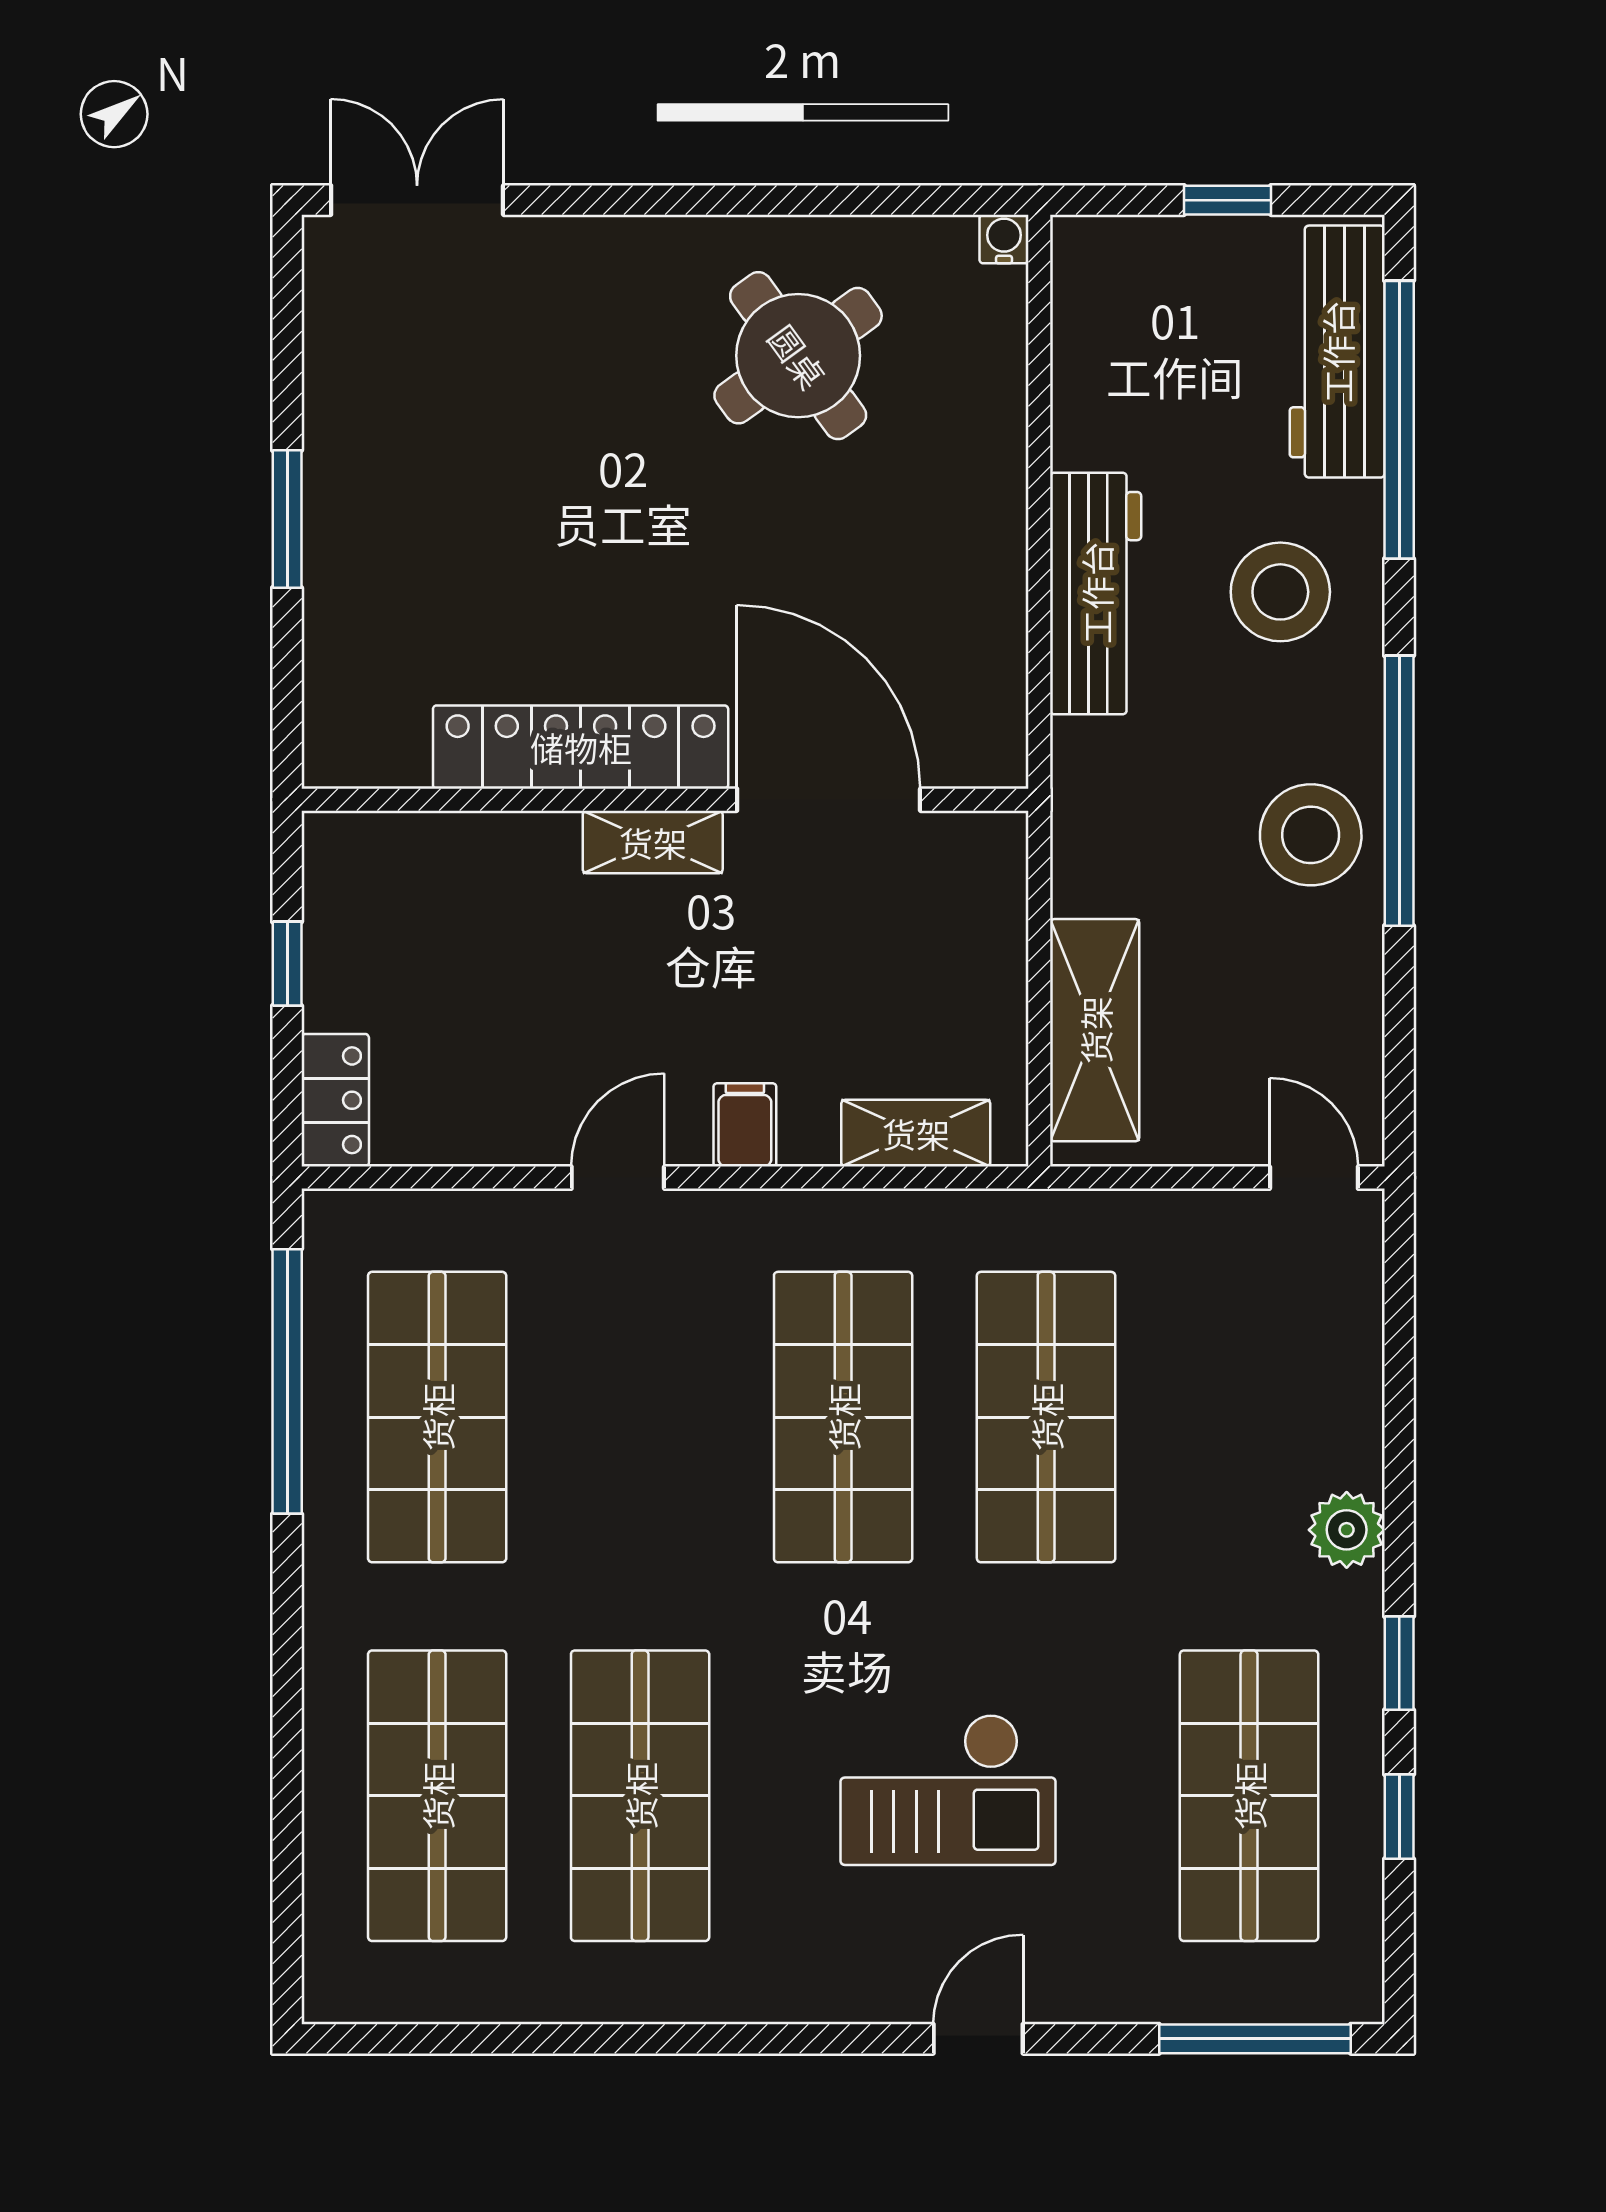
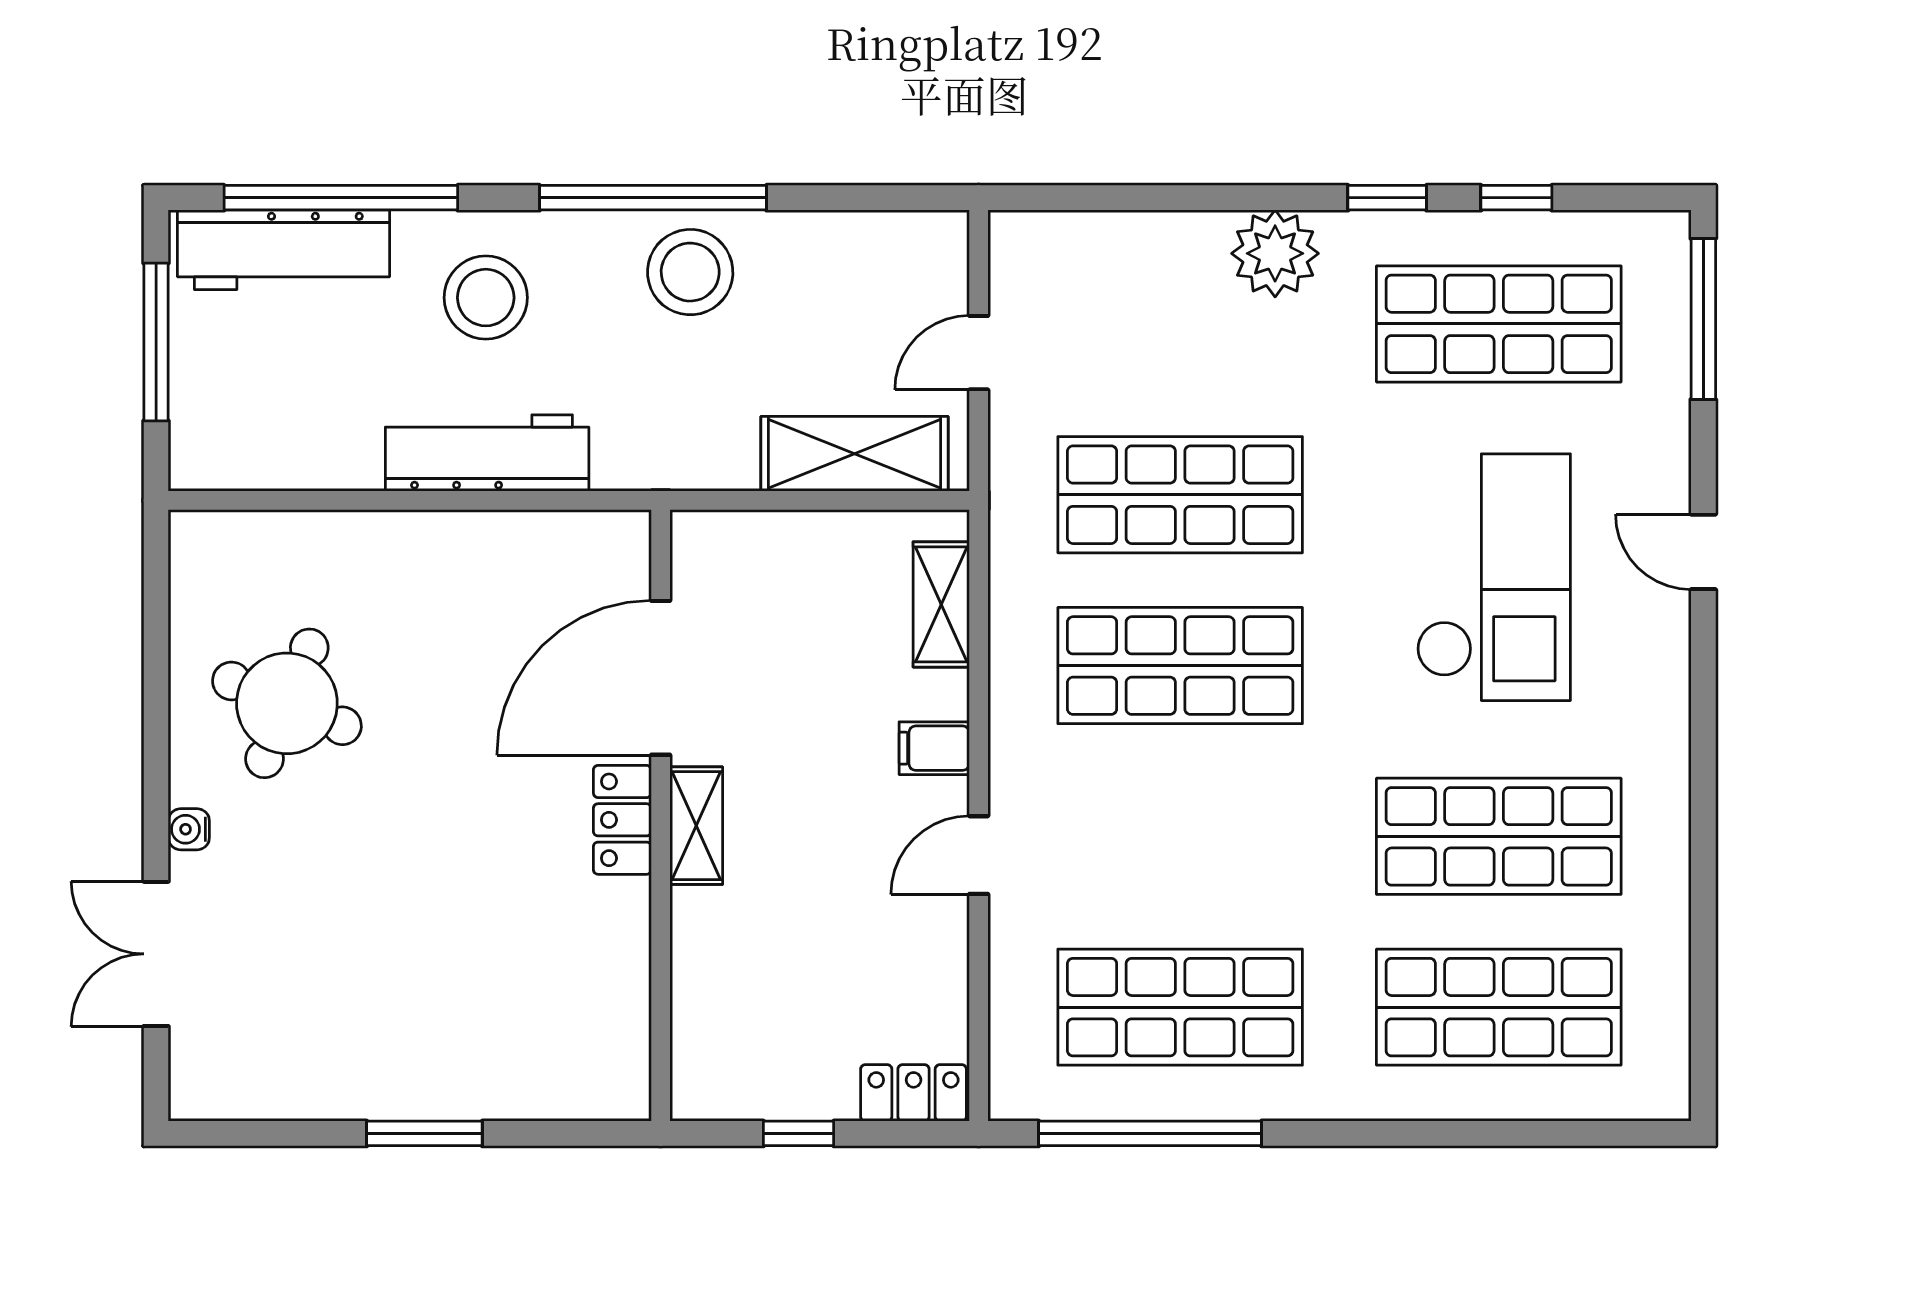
double door: (417, 200) -> (156, 954), moved
window: (1227, 200) -> (156, 342), width x2.17
water cooler: (1004, 239) -> (189, 829), moved
round table: (798, 356) -> (287, 703), turned -32
locker: (581, 747) -> (622, 820), width x0.46, depth x0.83
door: (618, 1178) -> (979, 855), hinge flipped
door: (1314, 1178) -> (979, 353), moved
plant: (1347, 1530) -> (1275, 253), width x1.36, depth x1.36
checkout: (948, 1790) -> (1494, 577), width x1.36, depth x1.21

